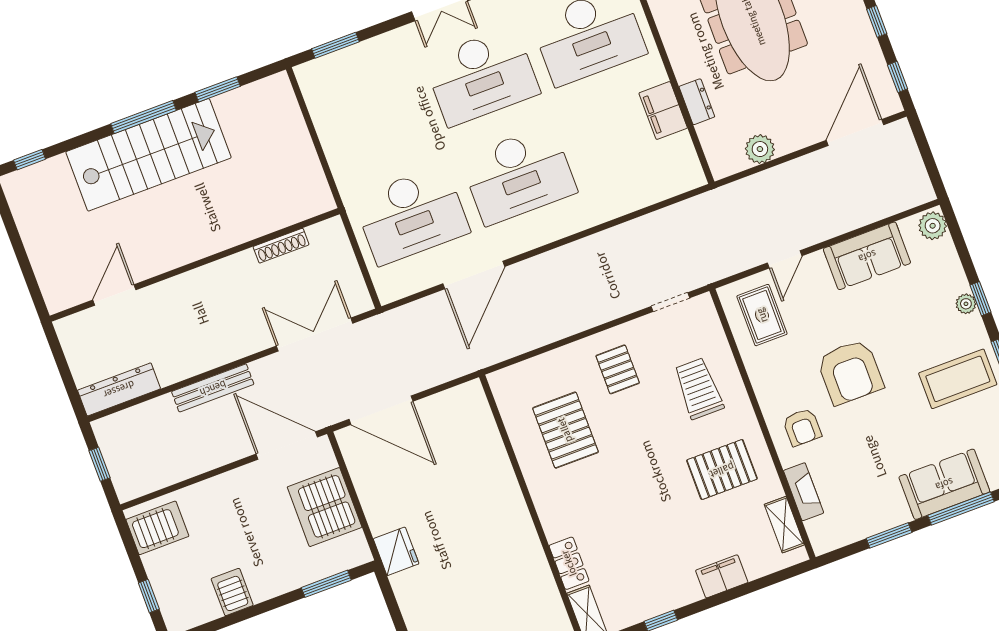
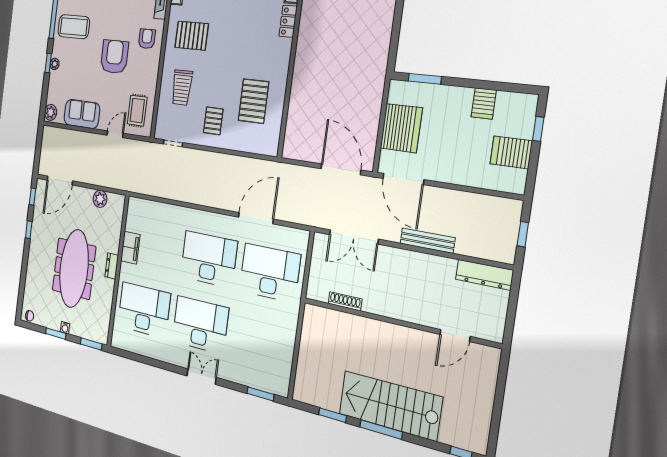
dresser: (697, 102) -> (112, 266), moved
server rack: (157, 528) -> (511, 152), moved
fridge: (396, 551) -> (375, 78), removed

